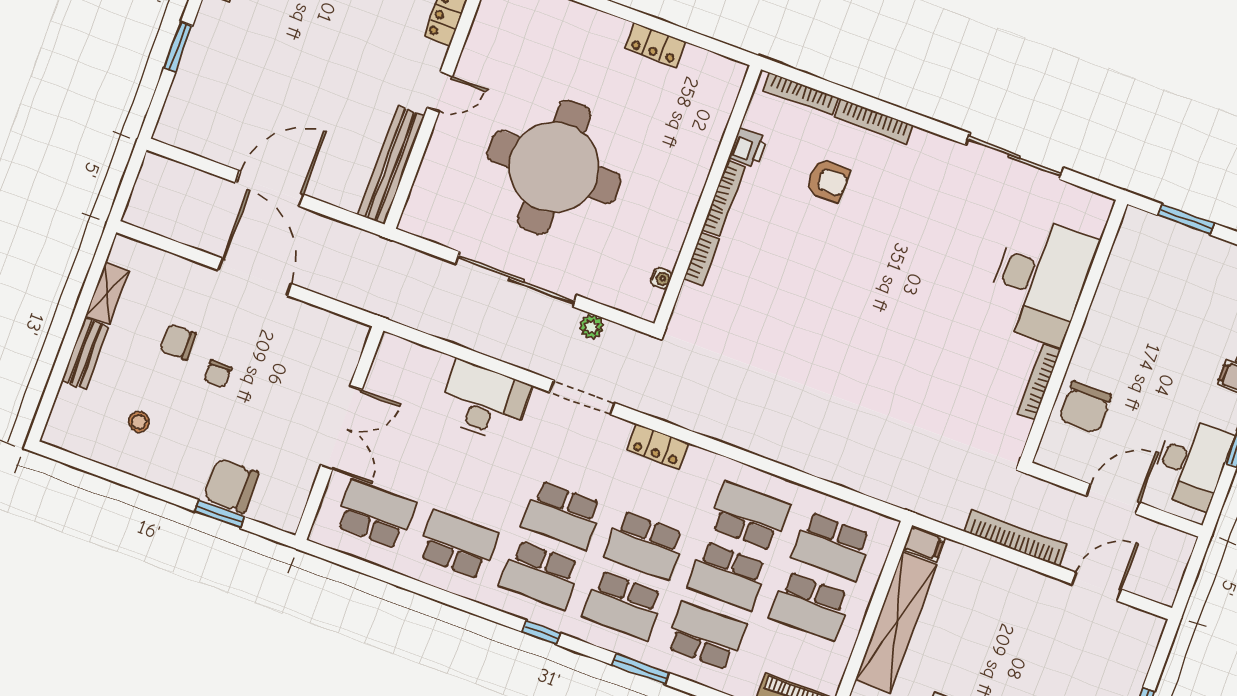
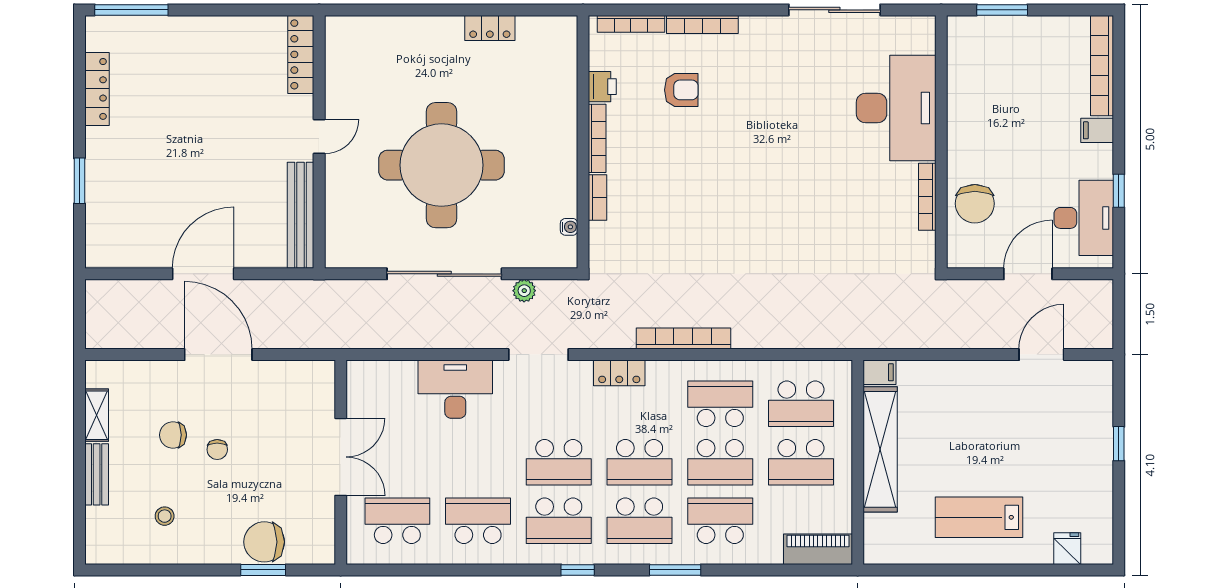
bookcase: (1016, 538) -> (683, 338), moved

